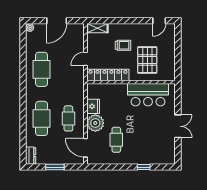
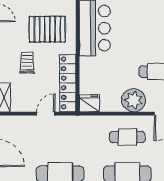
door: (85, 59) -> (46, 114), swing flipped
fridge: (93, 106) -> (89, 103), moved

